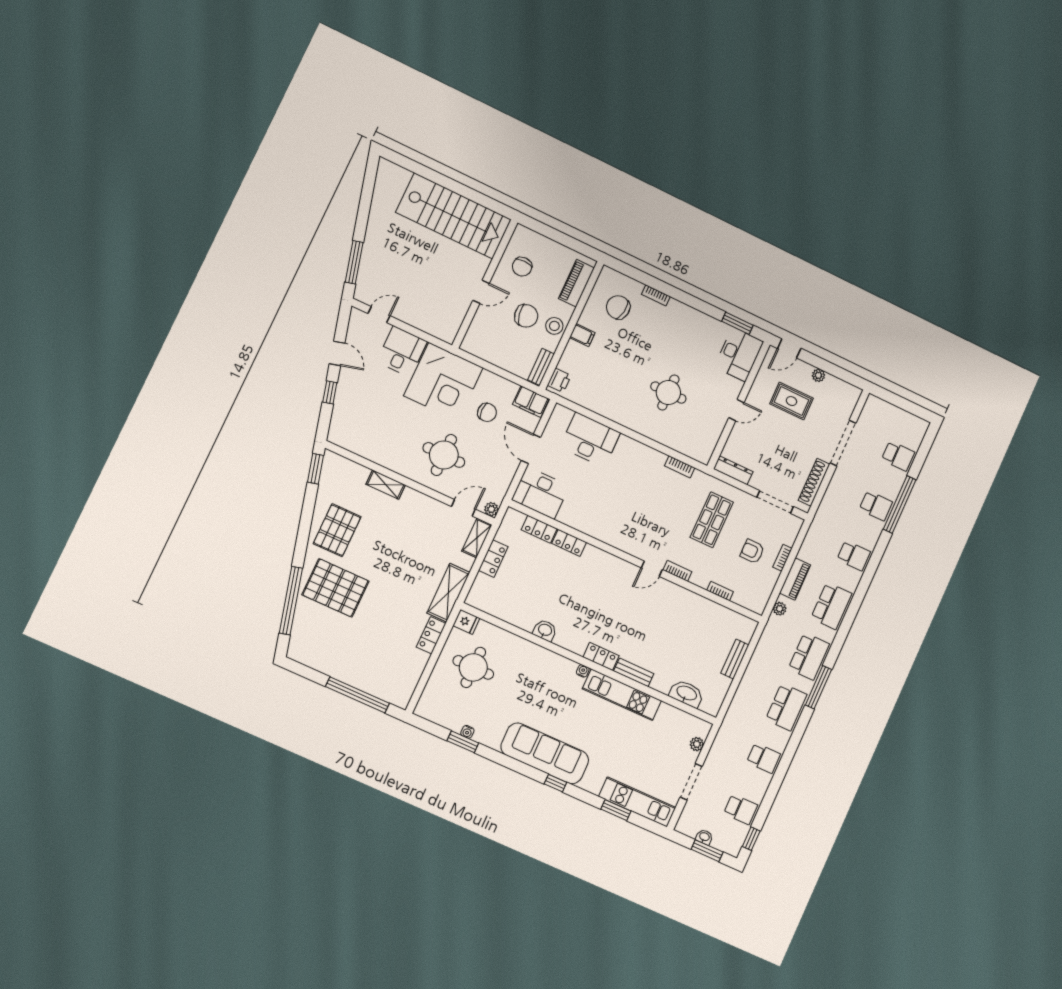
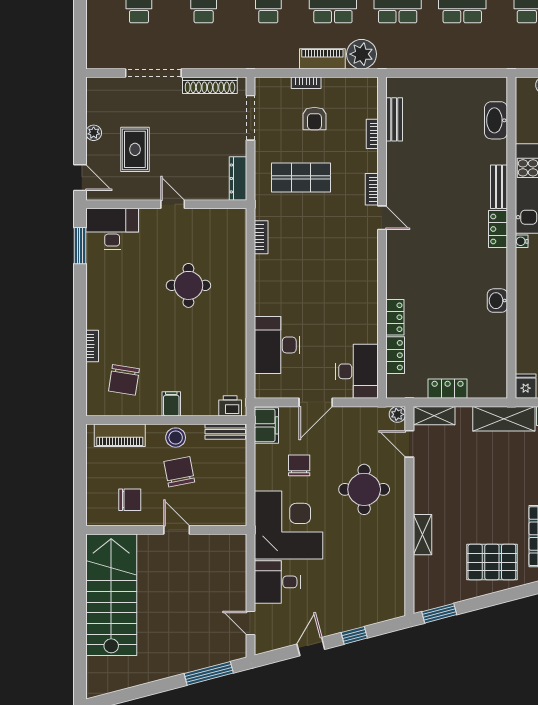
plant: (780, 609) -> (362, 54), width x1.87, depth x1.87
bench: (735, 659) -> (394, 119), moved, turned 90

